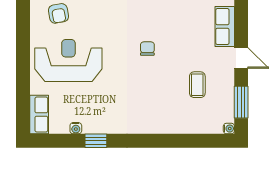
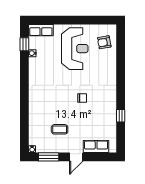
window: (96, 141) -> (24, 44), moved

